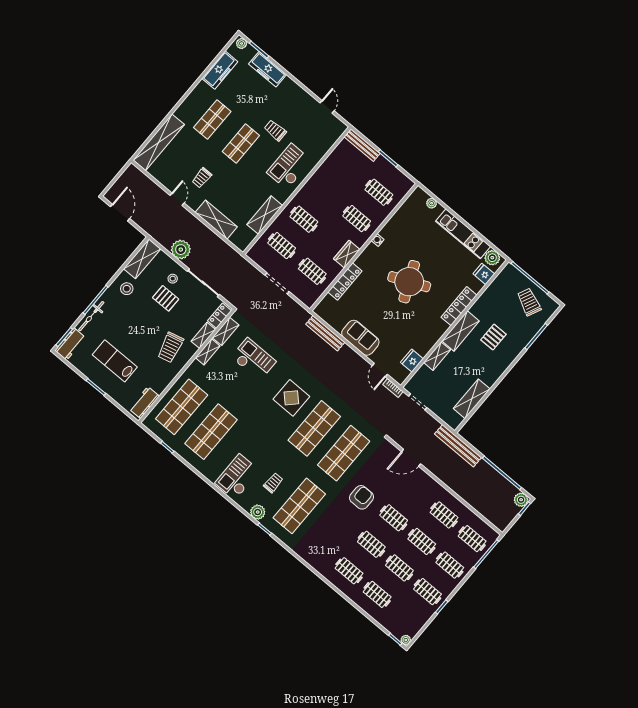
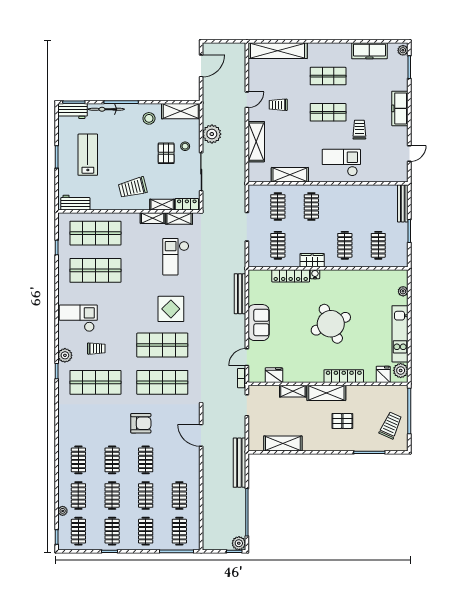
freezer: (268, 69) -> (400, 108), moved
water cooler: (378, 240) -> (315, 274), moved
checkout: (254, 359) -> (176, 257), turned 180
clothes rail: (405, 618) -> (78, 531), added
plant: (406, 640) -> (63, 511), moved

